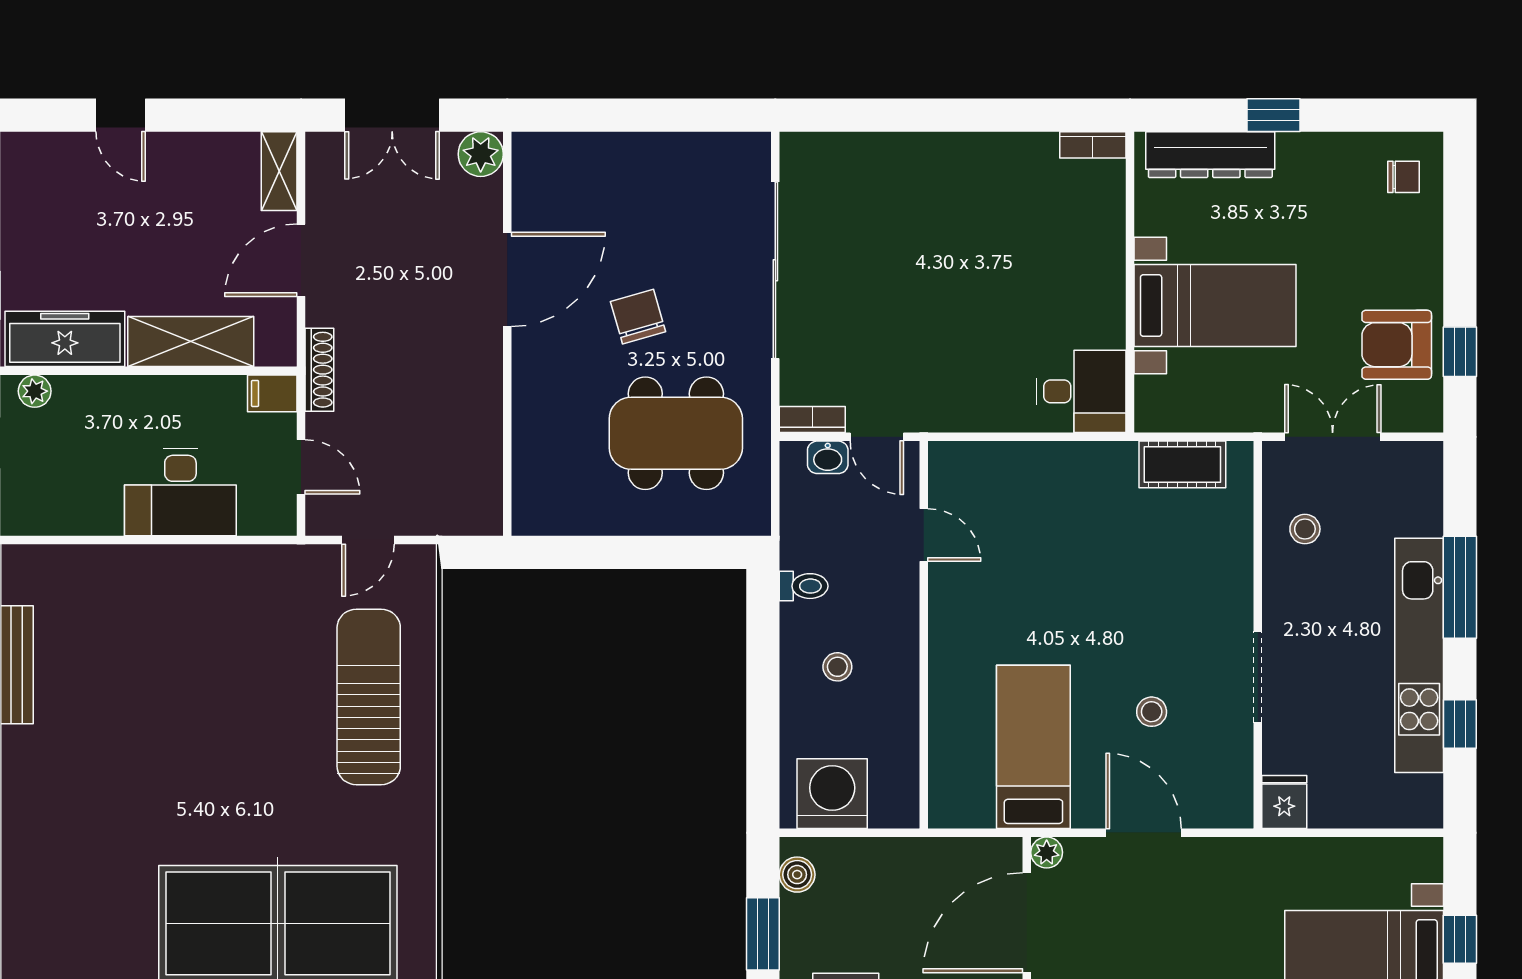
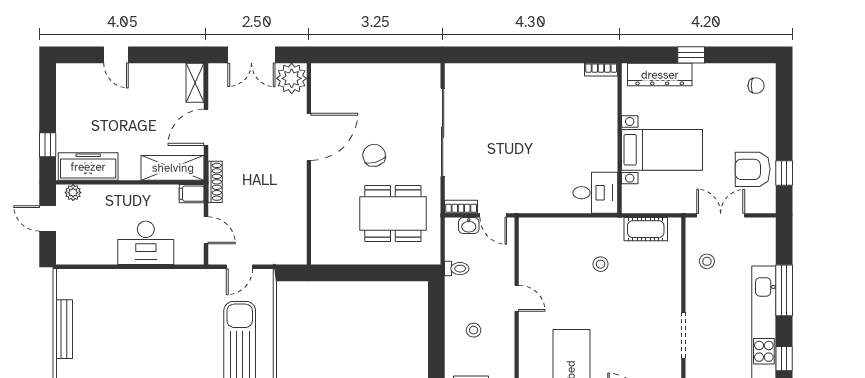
plant: (481, 154) -> (292, 78), width x1.36, depth x1.36
shelving: (191, 342) -> (173, 168), moved
door: (924, 535) -> (517, 298), moved
toilet: (804, 586) -> (457, 269), moved
stool: (1152, 712) -> (601, 264), moved

